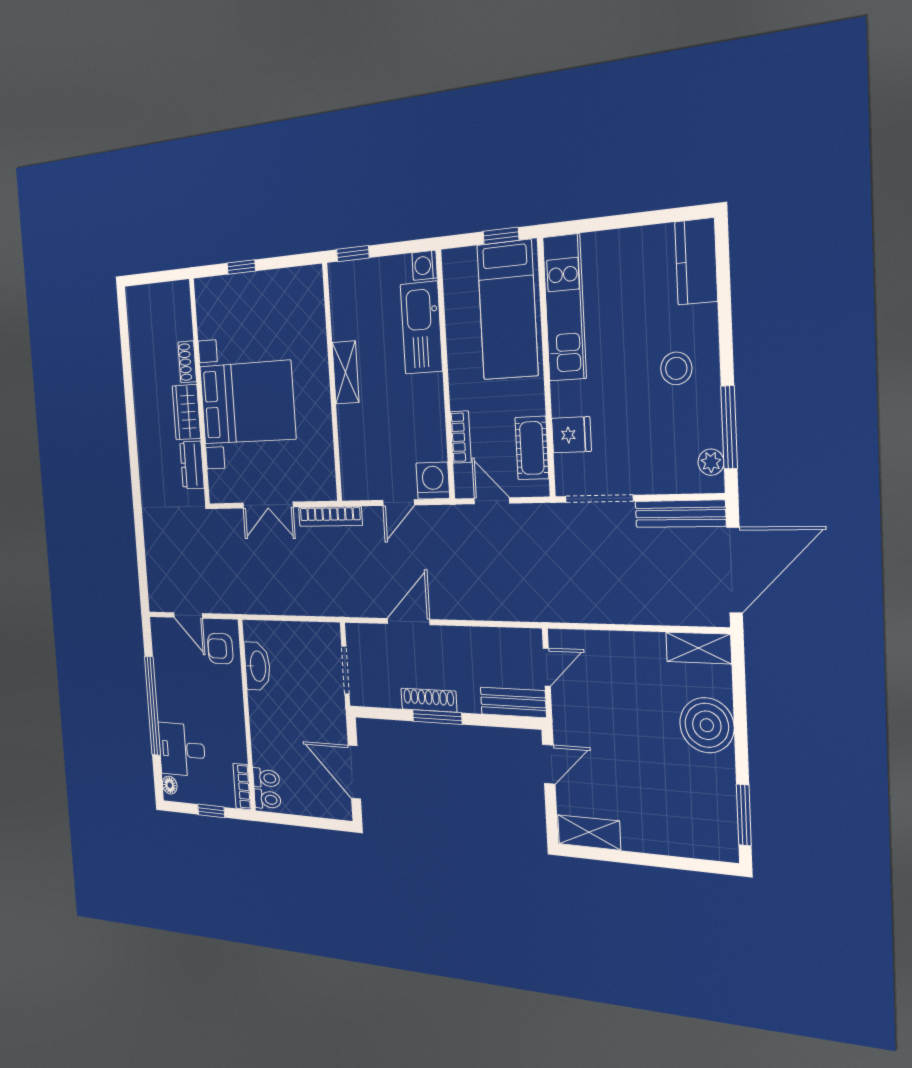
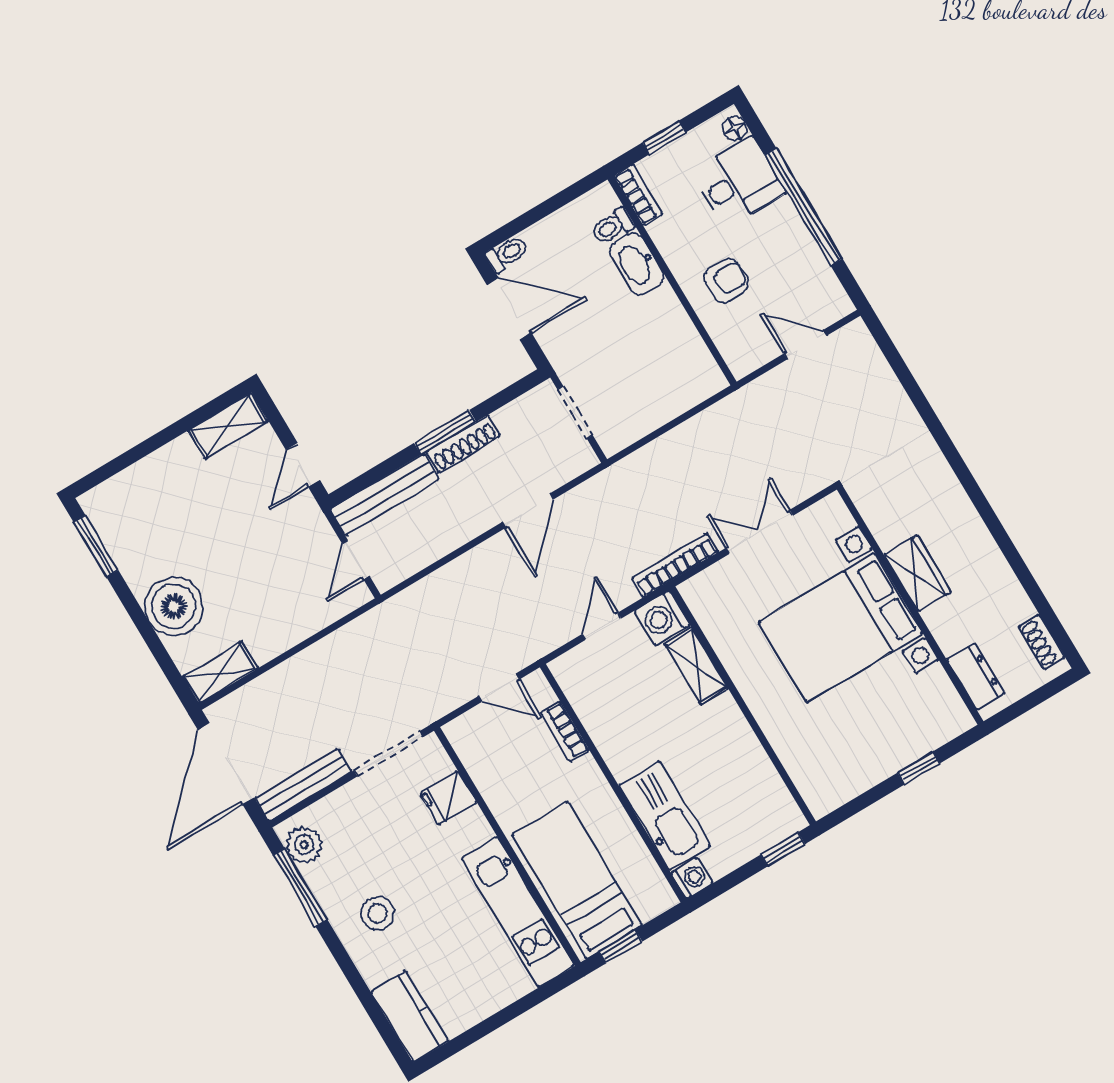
shoe rack: (187, 362) -> (1042, 642), moved, turned 180
shelving: (346, 372) -> (696, 666), moved
cot: (532, 448) -> (483, 763), removed
plant: (711, 462) -> (304, 845), width x1.38, depth x1.38
dresser: (192, 465) -> (976, 677), moved
washing machine: (433, 481) -> (662, 618), moved, turned 90
armchair: (220, 649) -> (726, 280), moved
washbasin: (257, 666) -> (637, 264), moved
bench: (513, 702) -> (384, 495), width x1.36
toilet: (268, 799) -> (507, 254), moved, turned 180

